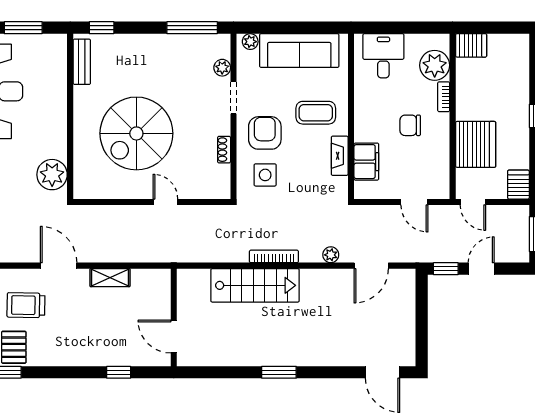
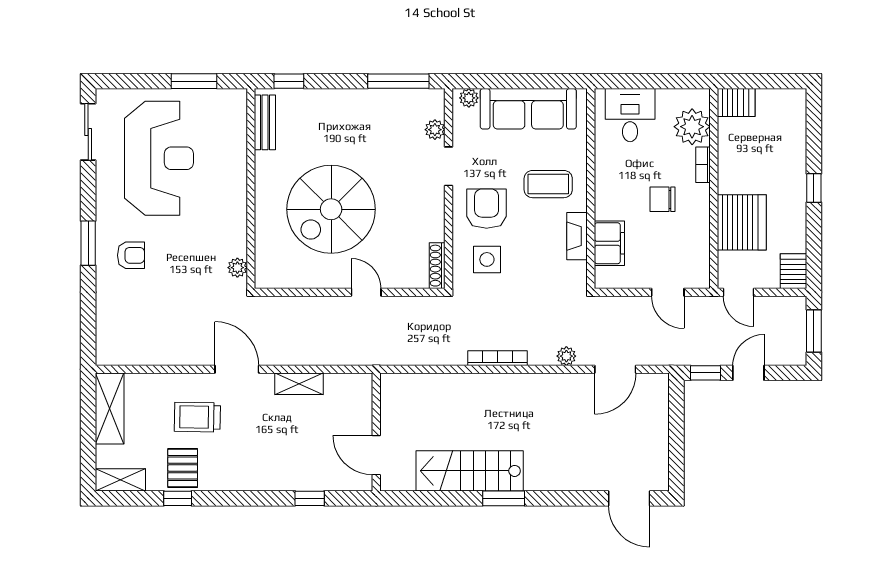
shoe rack: (224, 150) -> (437, 266), moved, width x1.43
plant: (52, 175) -> (237, 268), width x0.53, depth x0.53
stairs: (255, 285) -> (470, 471), moved, turned 180

